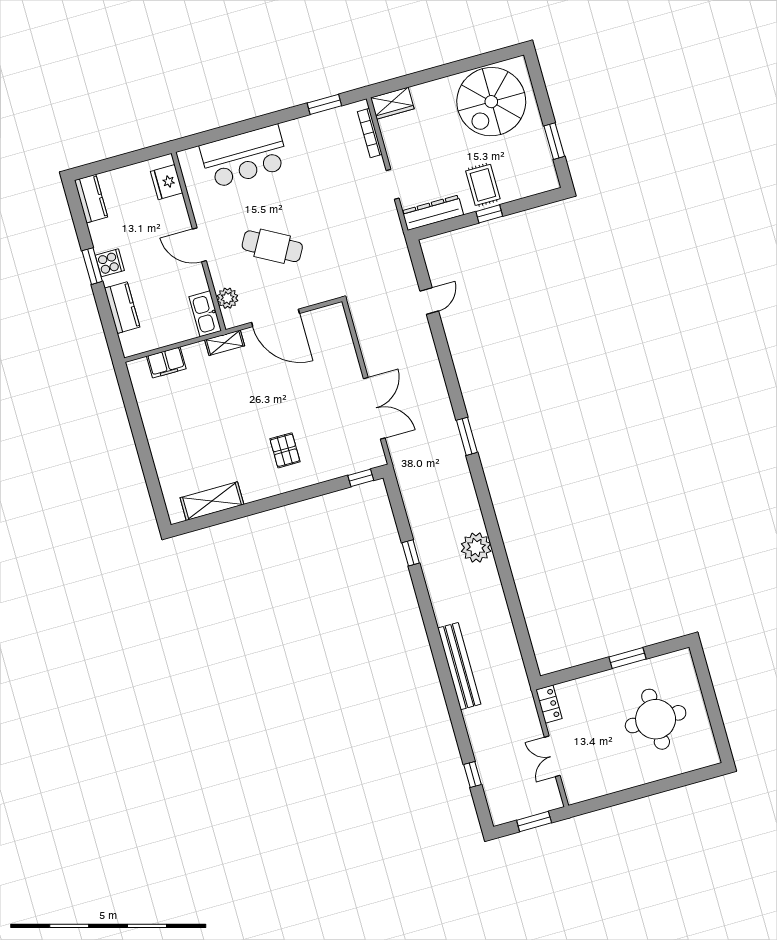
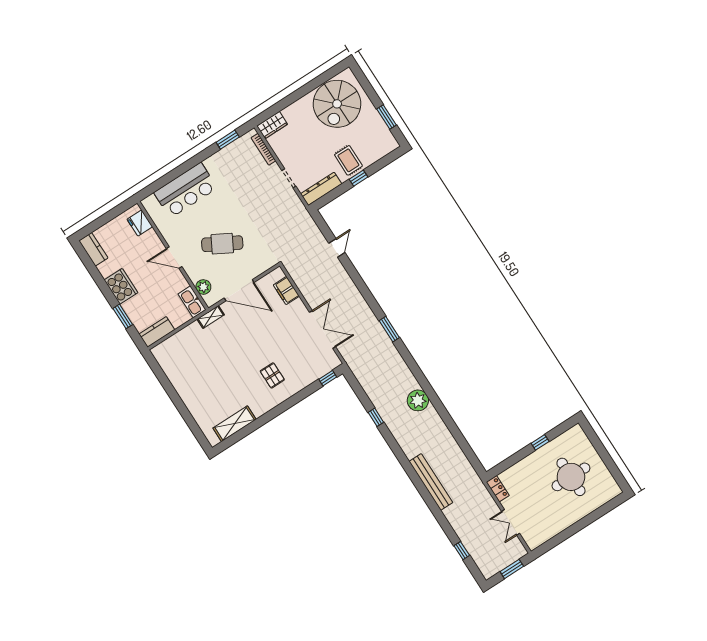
cooker: (110, 263) -> (121, 286), width x1.87, depth x1.31
window: (92, 266) -> (123, 316), moved
kitchen counter: (122, 308) -> (157, 332), moved, turned -90
filing cabinet: (166, 362) -> (286, 291), moved, turned 90
window: (628, 658) -> (540, 442), width x0.67

